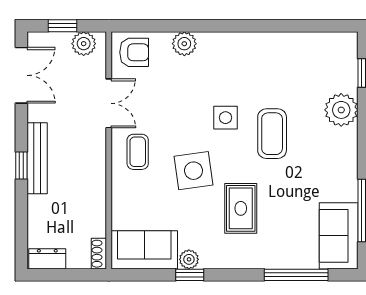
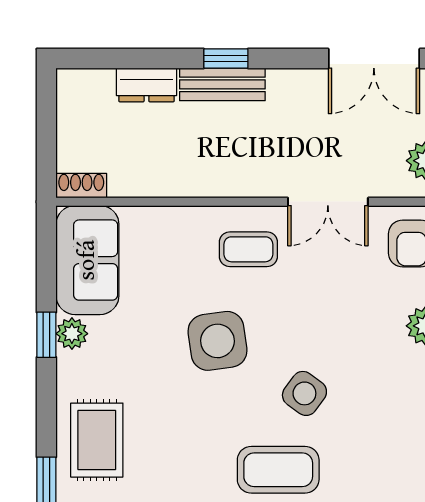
side table: (226, 118) -> (304, 393), turned 36
bench: (37, 158) -> (222, 84), width x0.73
rug: (241, 208) -> (97, 440), moved, turned 90
dresser: (47, 259) -> (146, 85), moved, turned 90

